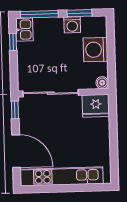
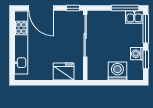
window: (13, 42) -> (125, 8), width x2.17
boiler: (102, 83) -> (92, 75), removed
fridge: (96, 106) -> (64, 72), moved, turned 90
door: (16, 151) -> (41, 8), hinge flipped

